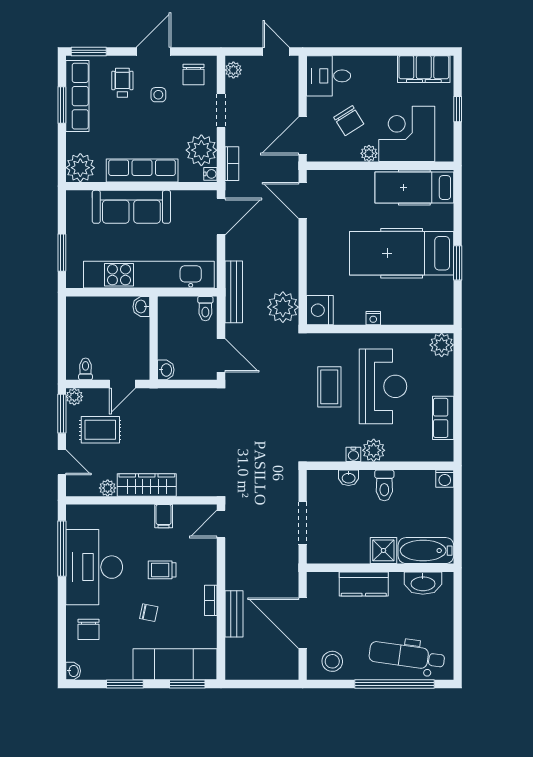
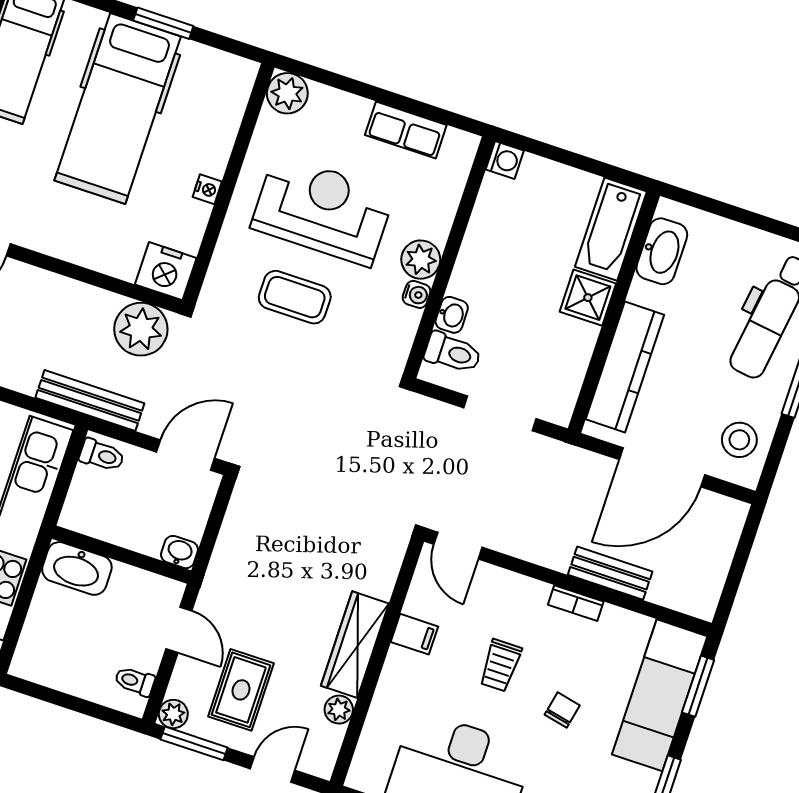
washbasin: (141, 307) -> (77, 568), width x1.91, depth x1.45
toilet: (384, 485) -> (453, 353), moved
kitchen counter: (364, 584) -> (625, 367), width x1.50

